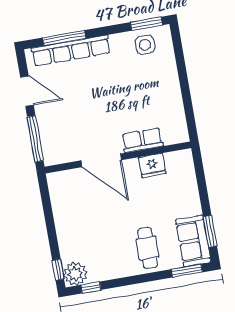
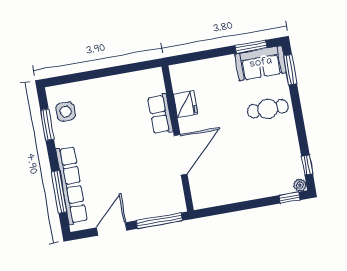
window: (146, 24) -> (47, 125), moved
plant: (75, 274) -> (300, 185), width x0.53, depth x0.53

